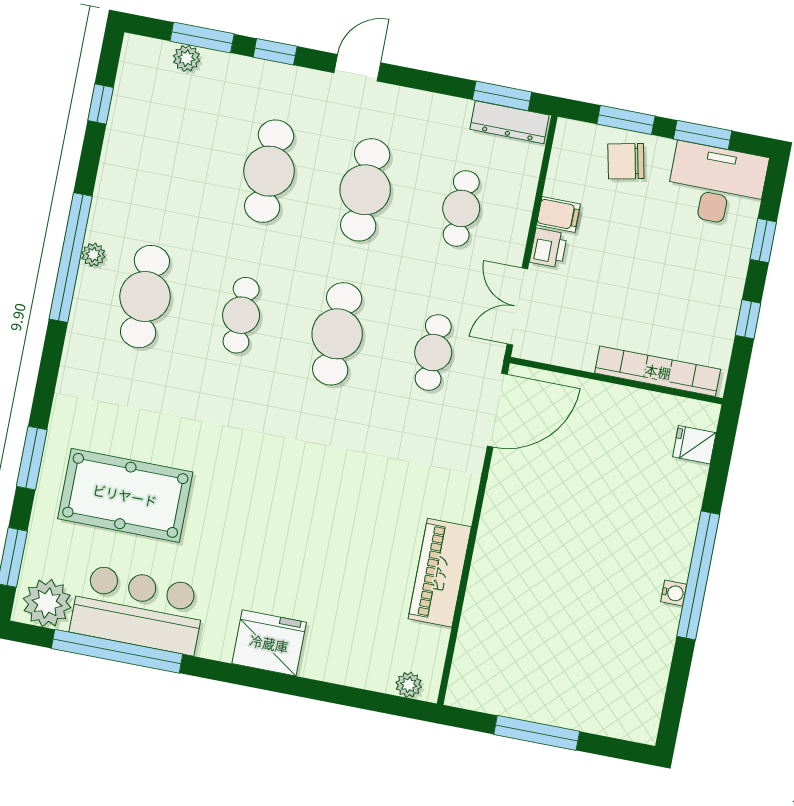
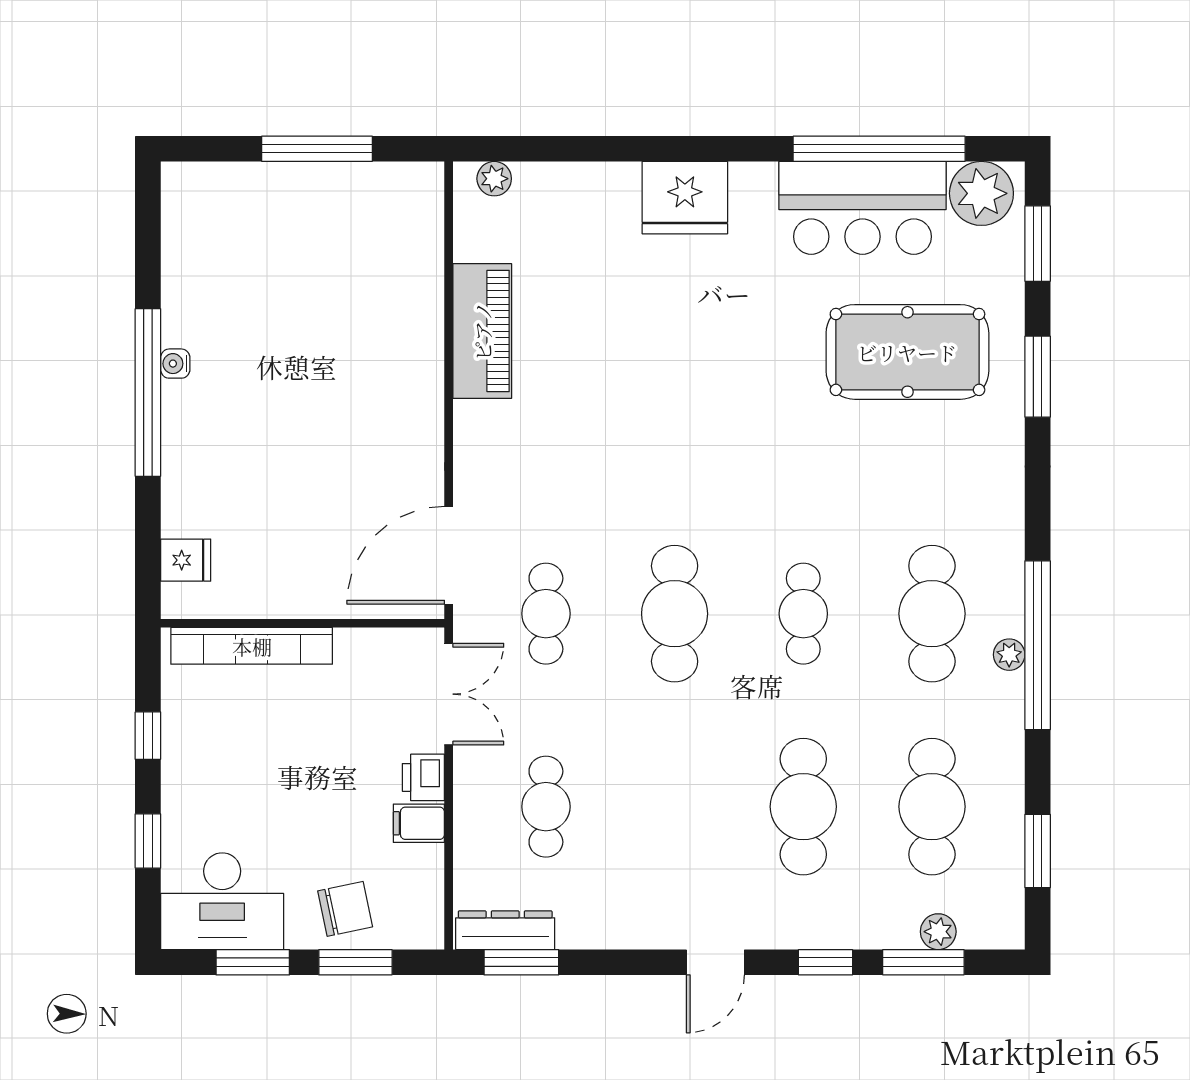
window: (101, 104) -> (1038, 851), width x1.50
cafe table: (365, 190) -> (932, 807), moved

